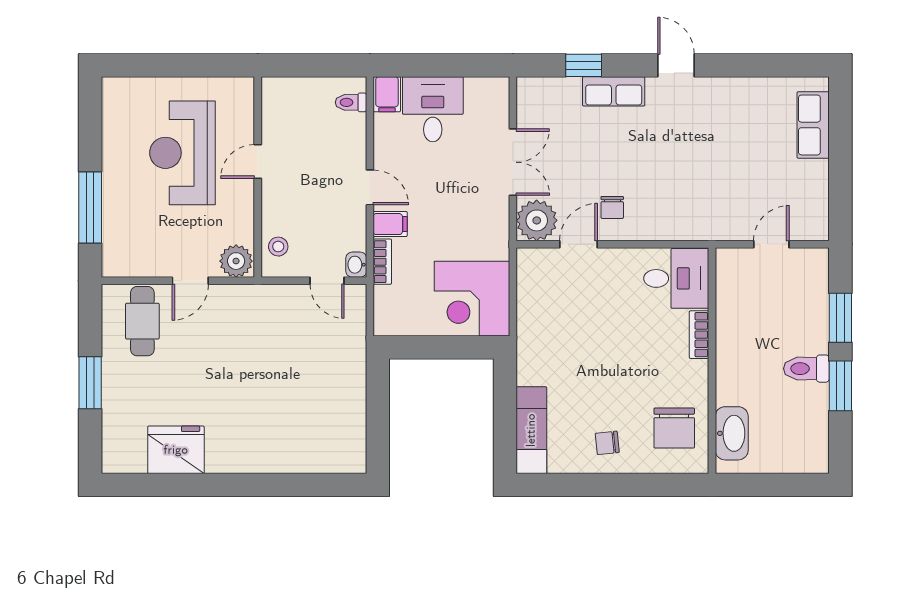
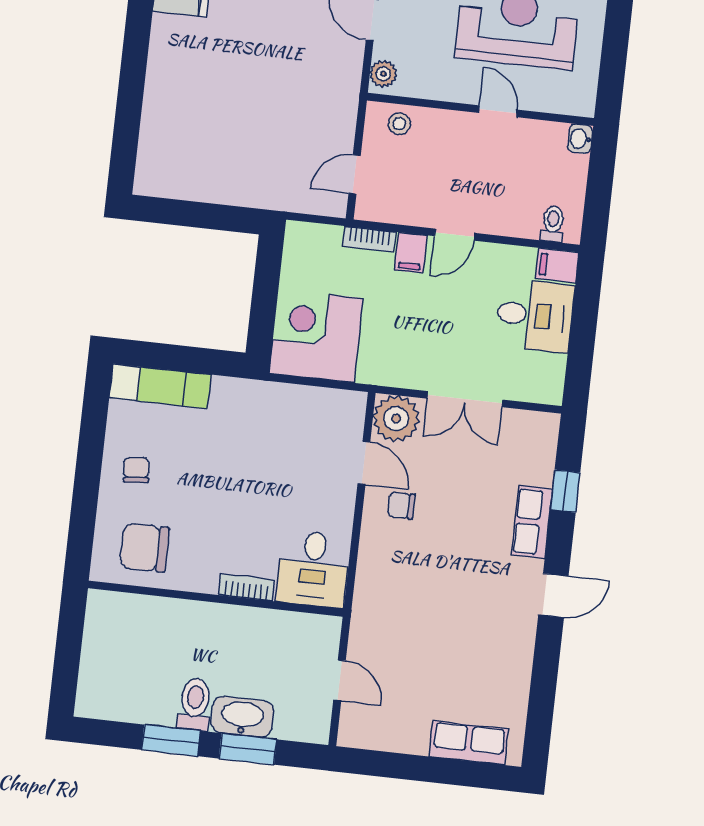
plant: (236, 261) -> (383, 74), width x0.73, depth x0.73
washbasin: (356, 265) -> (580, 139), moved, turned -90
washbasin: (732, 433) -> (242, 717), moved, turned 180

